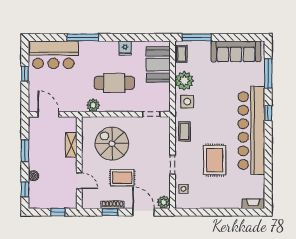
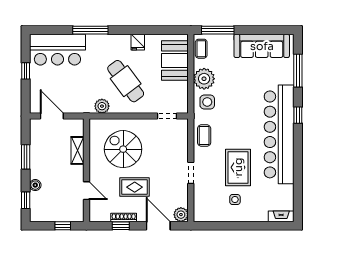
cafe table: (114, 83) -> (126, 81), turned 53
side table: (183, 189) -> (235, 199), moved

